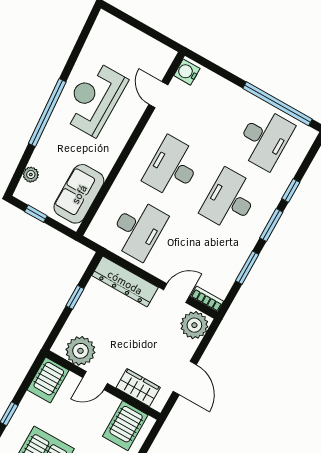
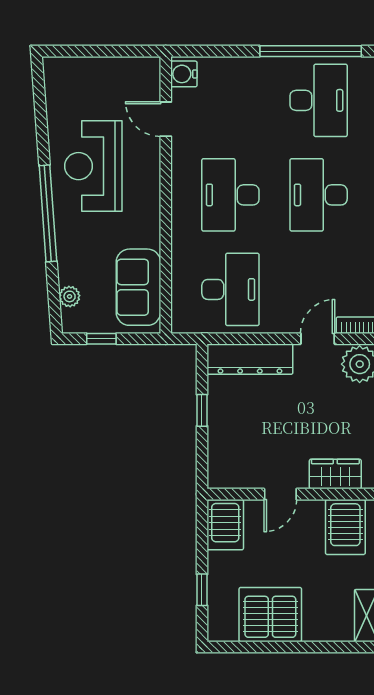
plant: (80, 351) -> (244, 469), removed

